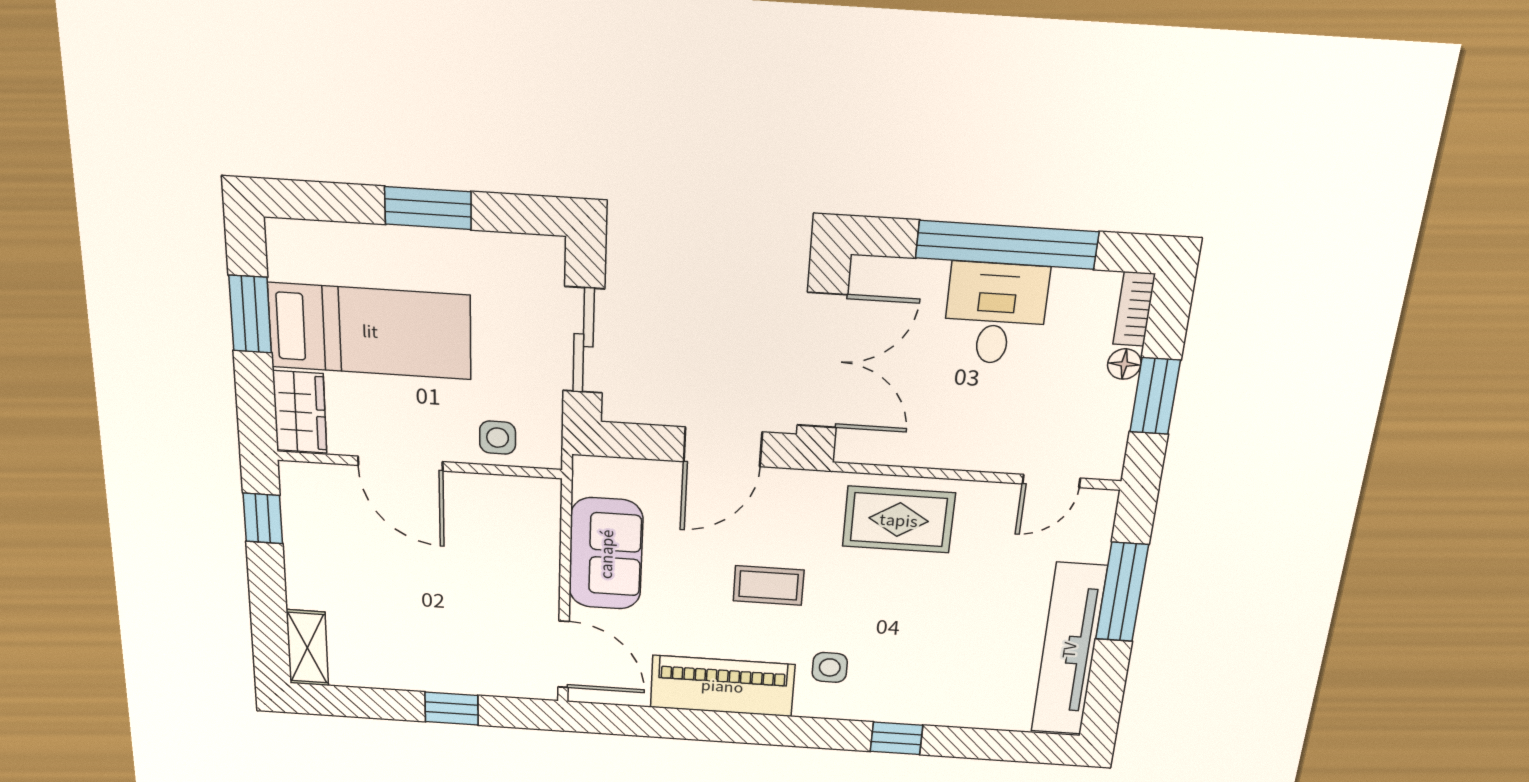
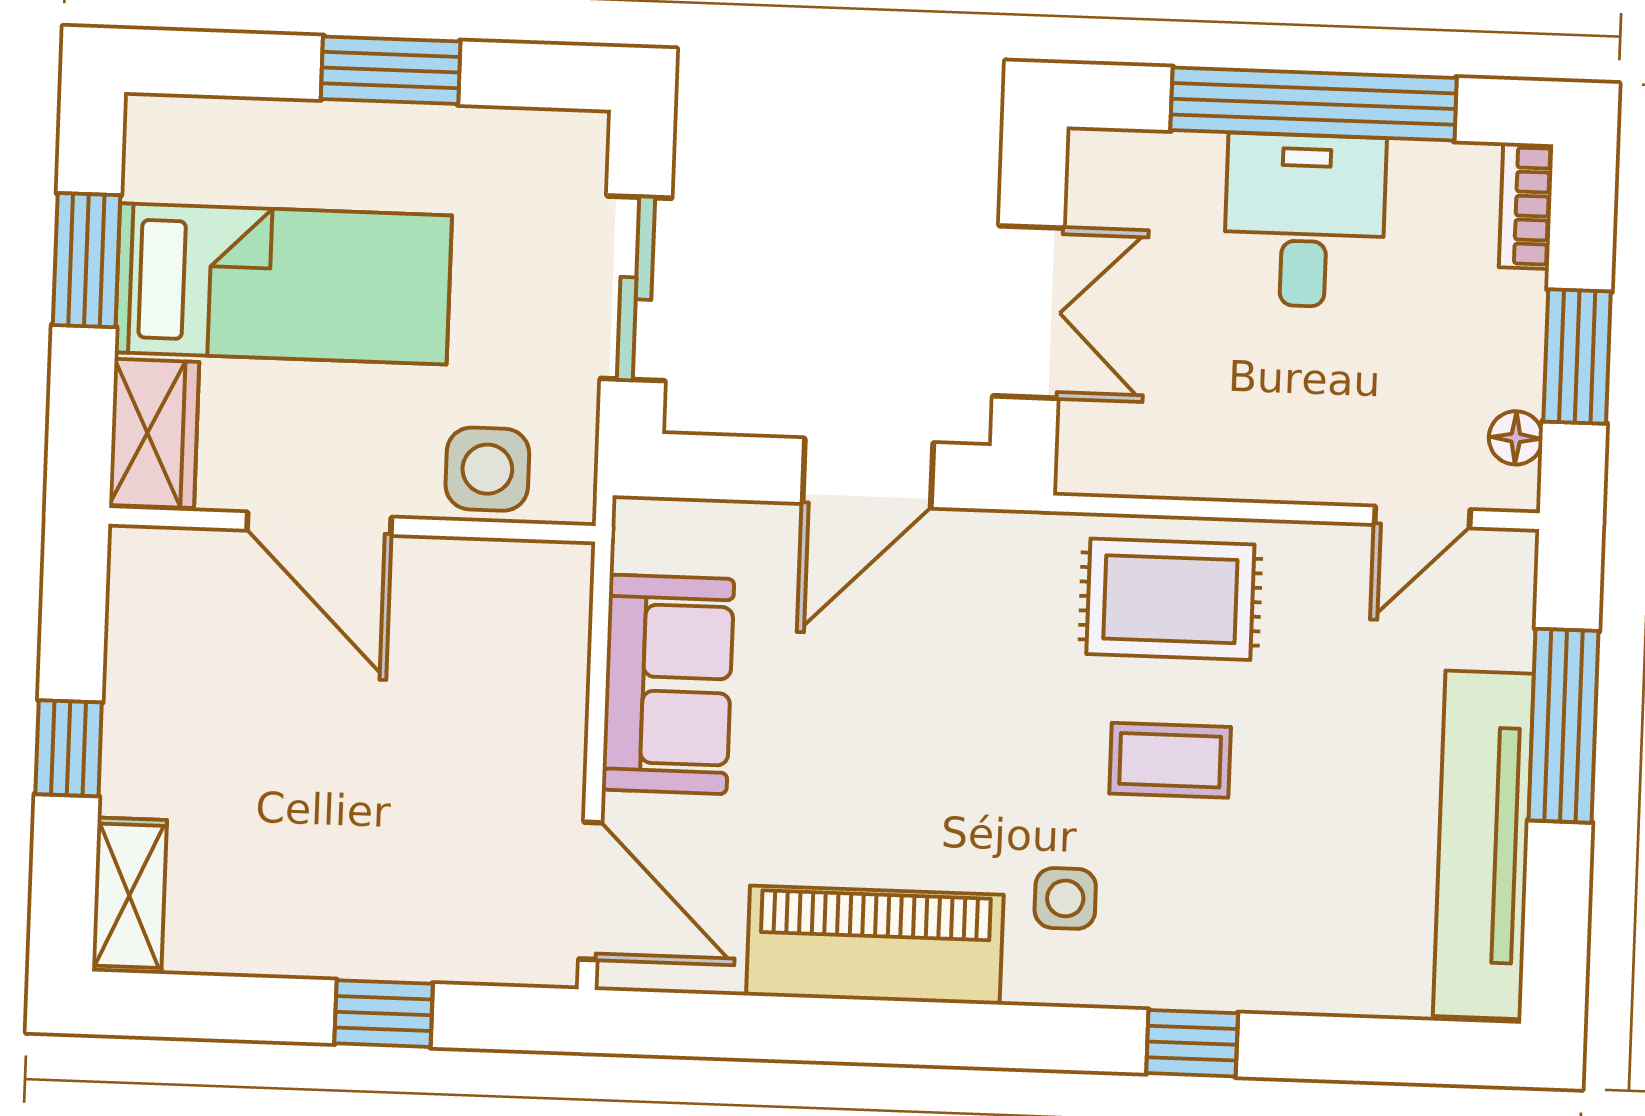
double door: (822, 361) -> (1028, 312), width x0.73
floor lamp: (1124, 364) -> (1516, 438), moved
side table: (498, 438) -> (487, 469), width x1.37, depth x1.37
window: (263, 518) -> (69, 748), moved
coffee table: (768, 585) -> (1170, 760), moved

